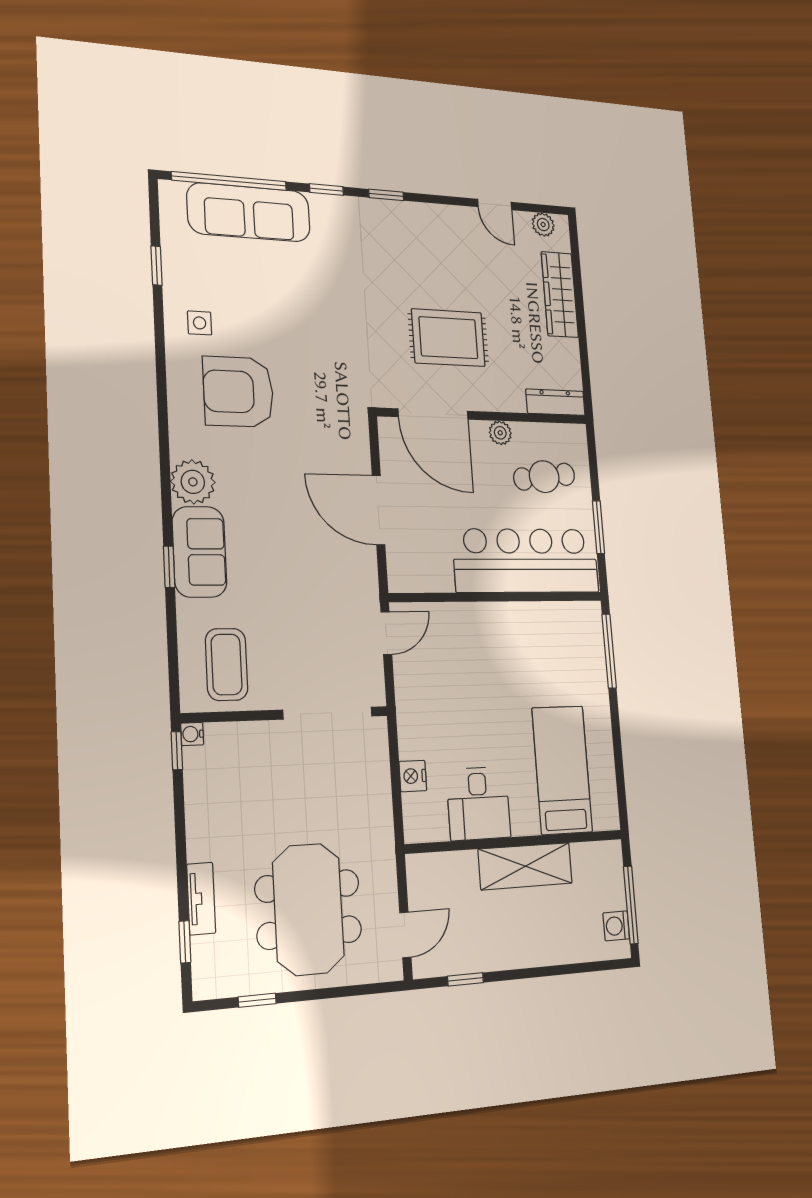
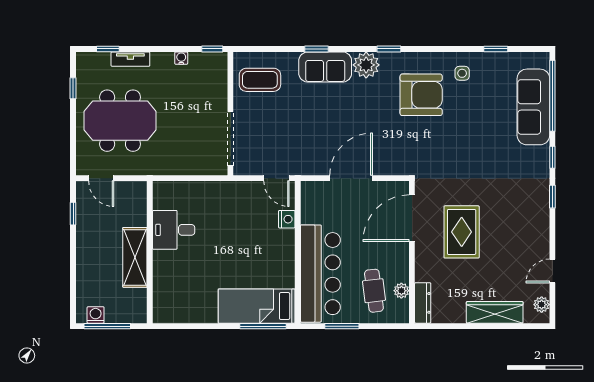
armchair: (238, 392) -> (421, 95), turned 90
plant: (500, 433) -> (401, 291), moved
window: (164, 443) -> (389, 49), added
water cooler: (192, 734) -> (181, 58), moved
bed: (562, 770) -> (257, 306), moved, turned 180
nightstand: (413, 776) -> (287, 219), moved, turned 90

